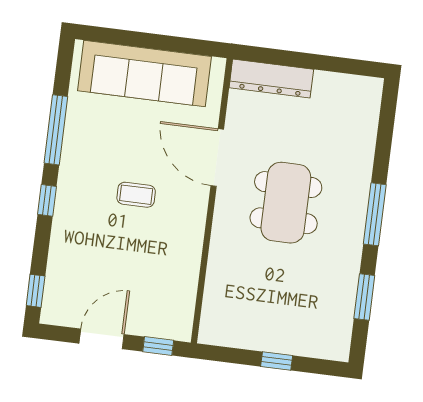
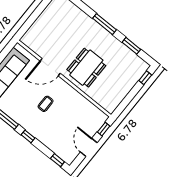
dresser: (271, 79) -> (34, 31), removed
dining table: (286, 203) -> (86, 68), moved, turned 90
window: (277, 361) -> (145, 78), moved

